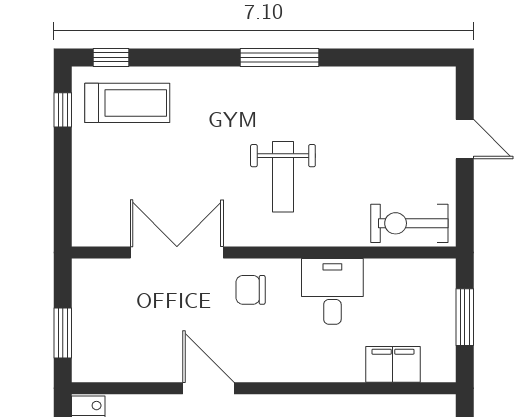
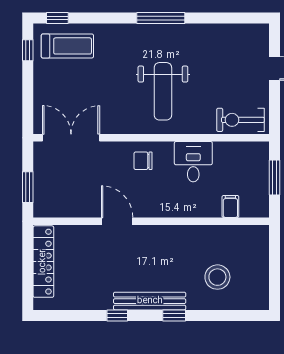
weight bench: (283, 177) -> (163, 91), width x1.36, depth x1.33
double door: (177, 252) -> (71, 138), moved
filing cabinet: (393, 364) -> (230, 206), width x0.50

